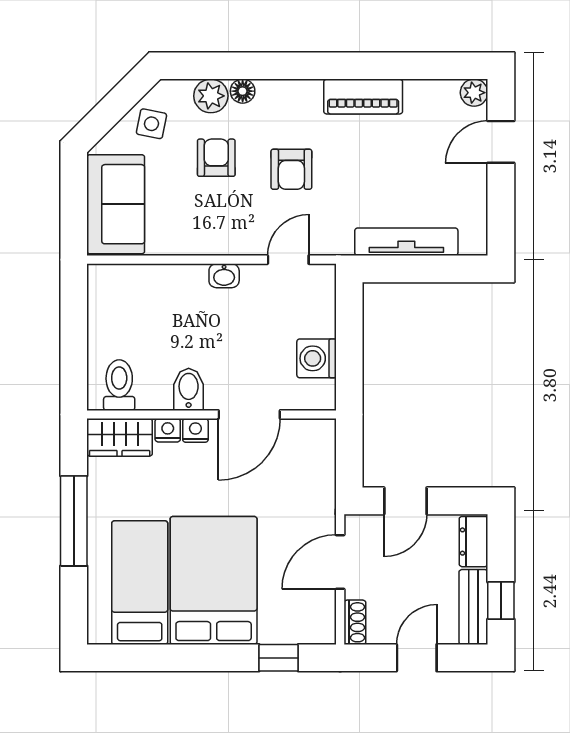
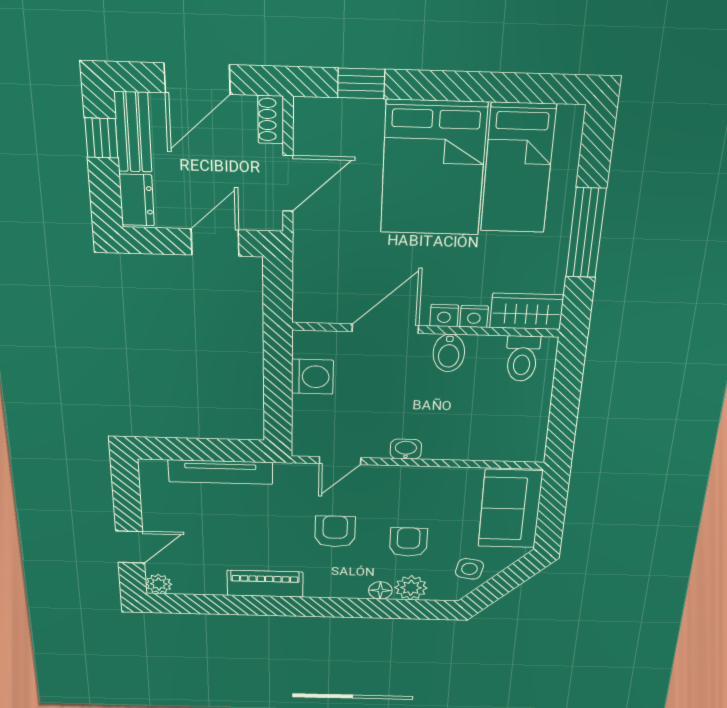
armchair: (216, 158) -> (408, 542), turned 180
door: (417, 658) -> (197, 79), width x1.38

